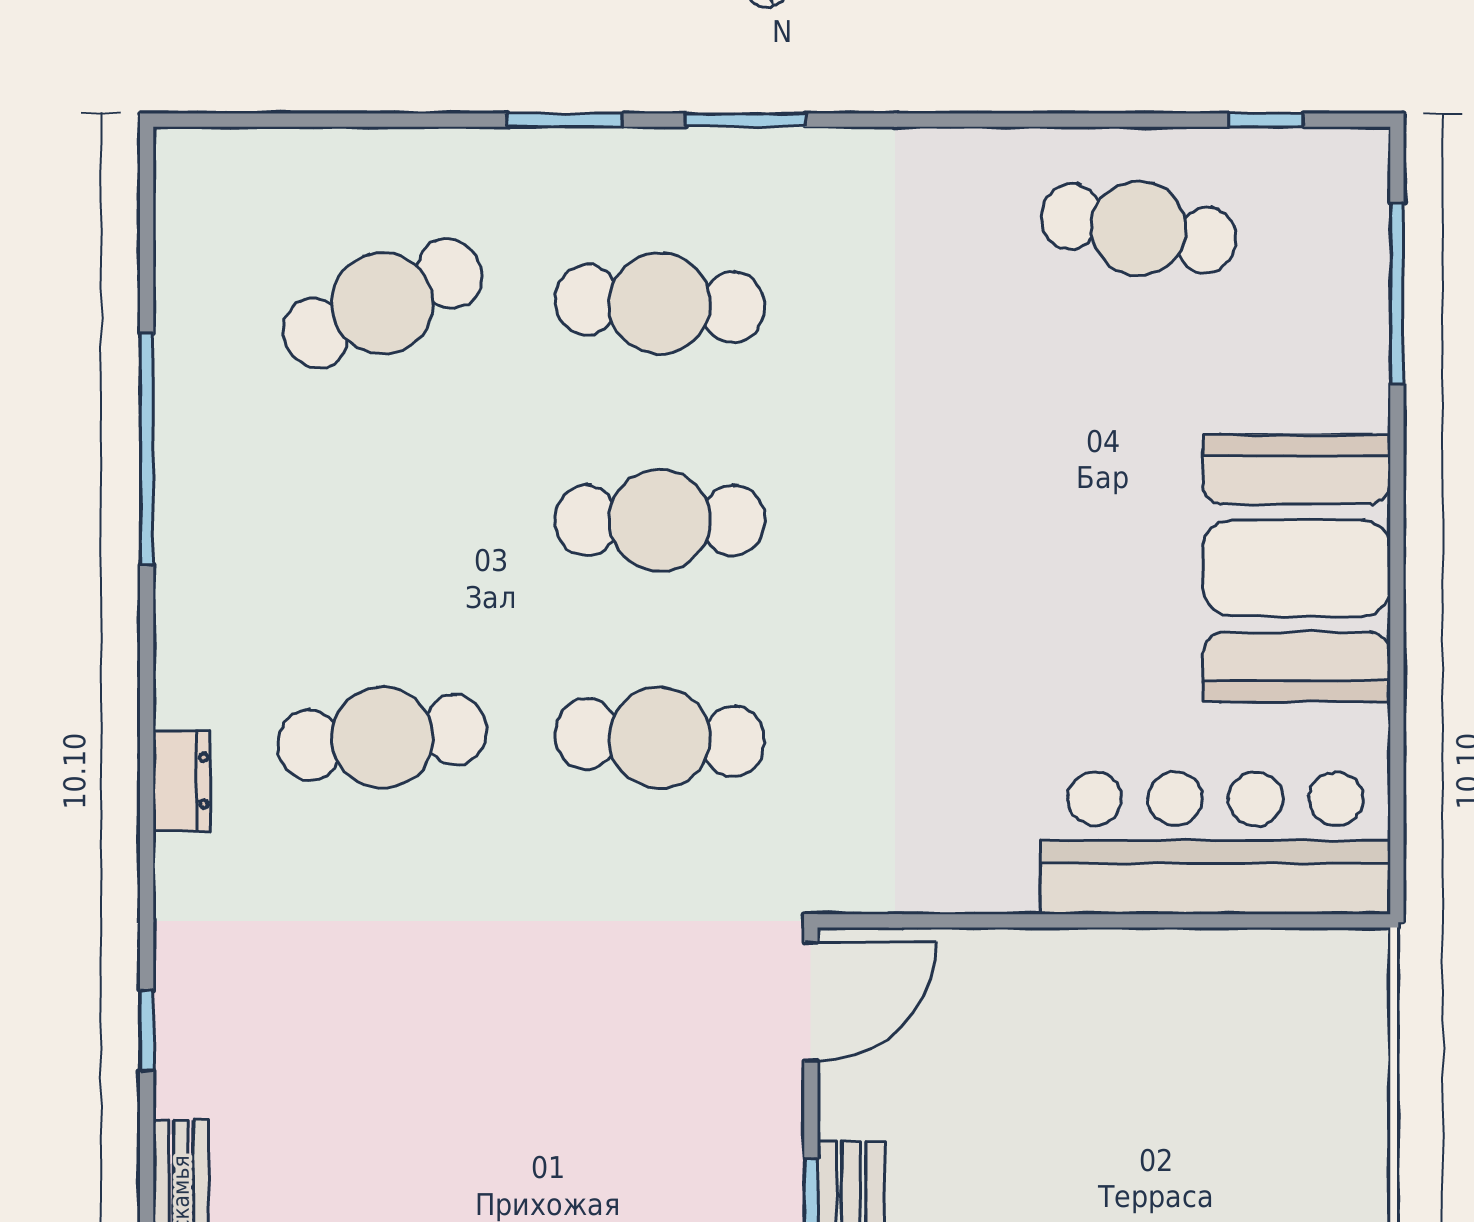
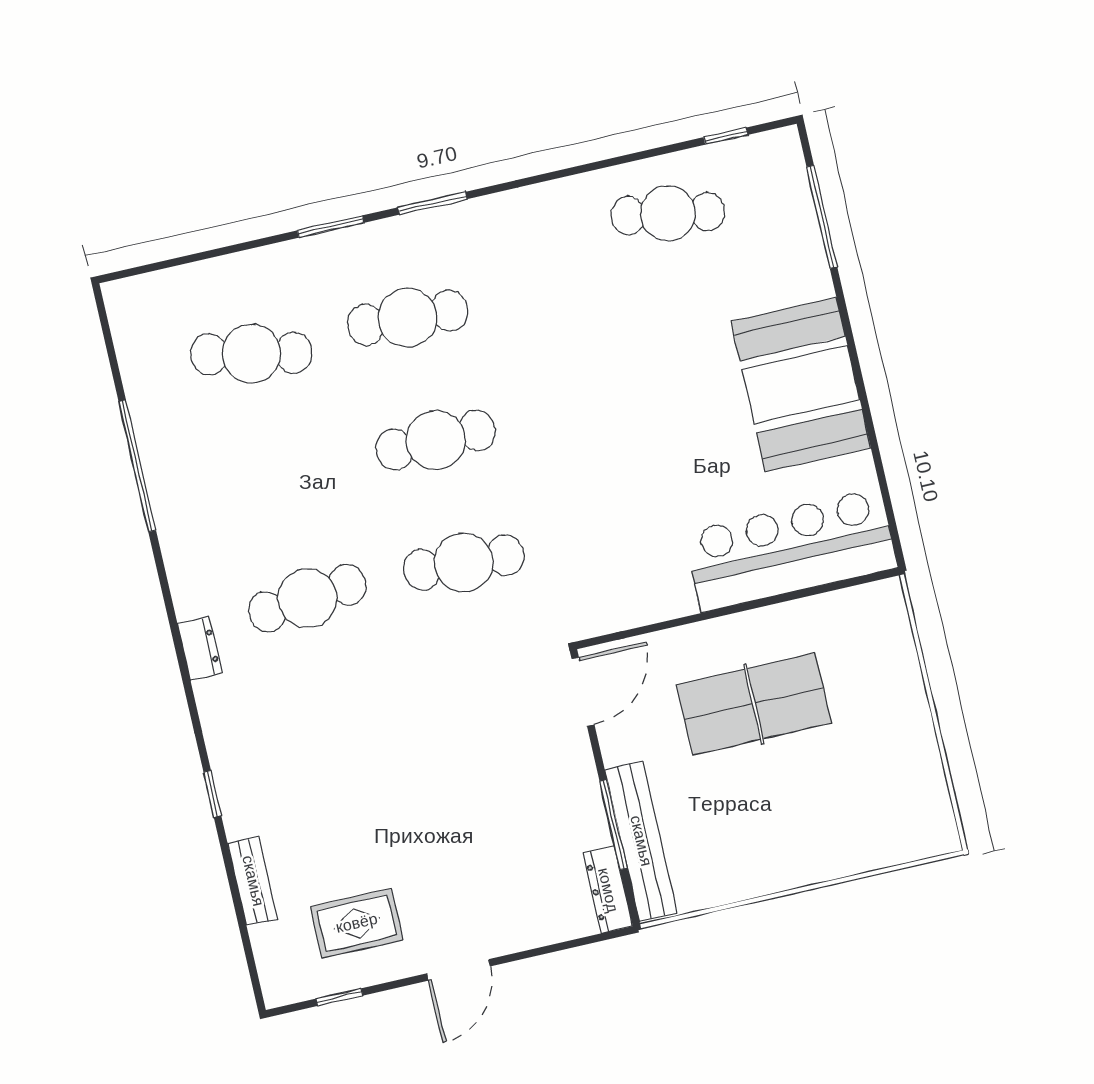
cafe table: (382, 303) -> (251, 353), turned 36
table tennis table: (1094, 1088) -> (754, 704), added

